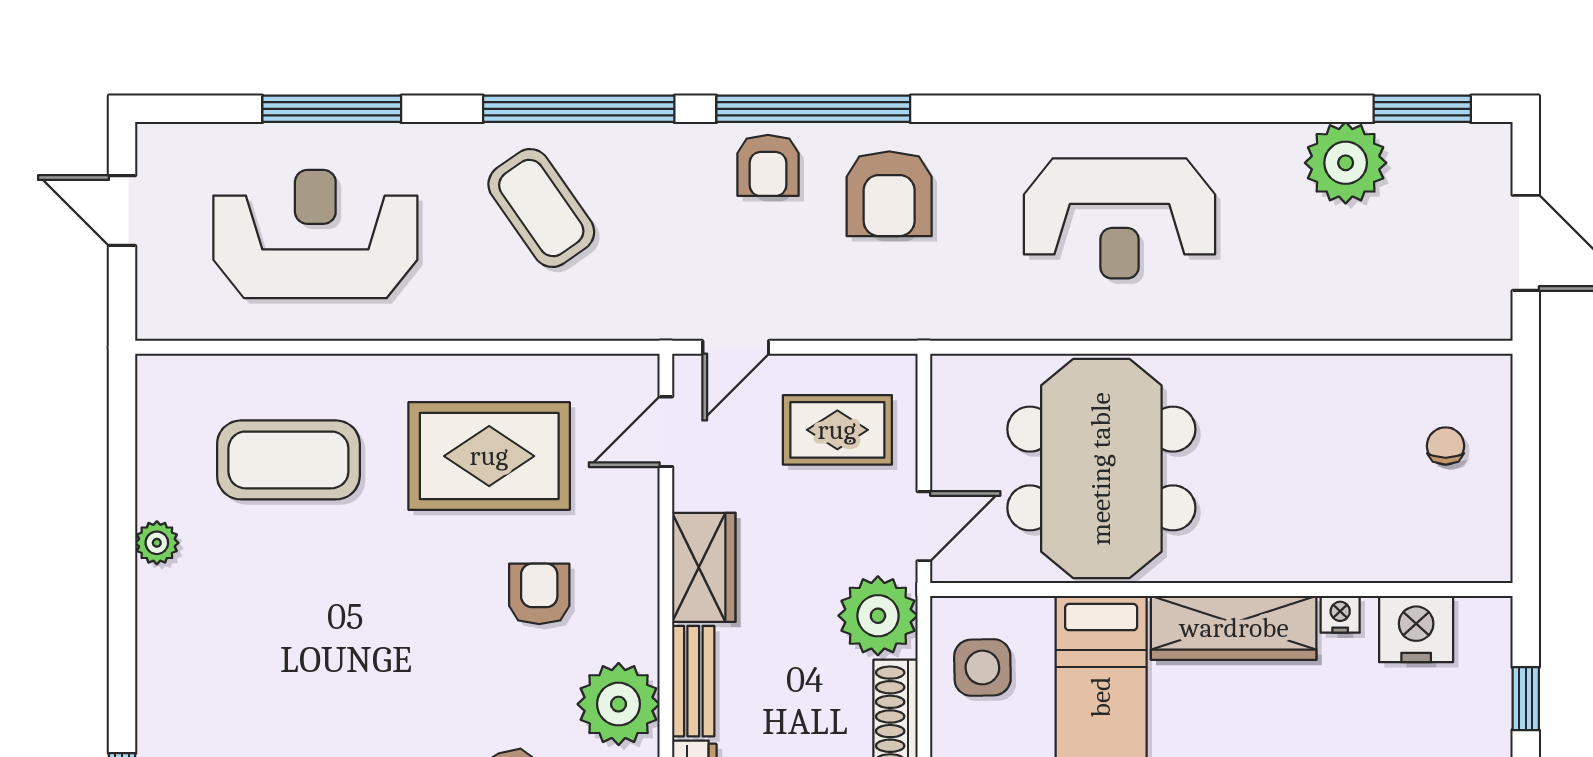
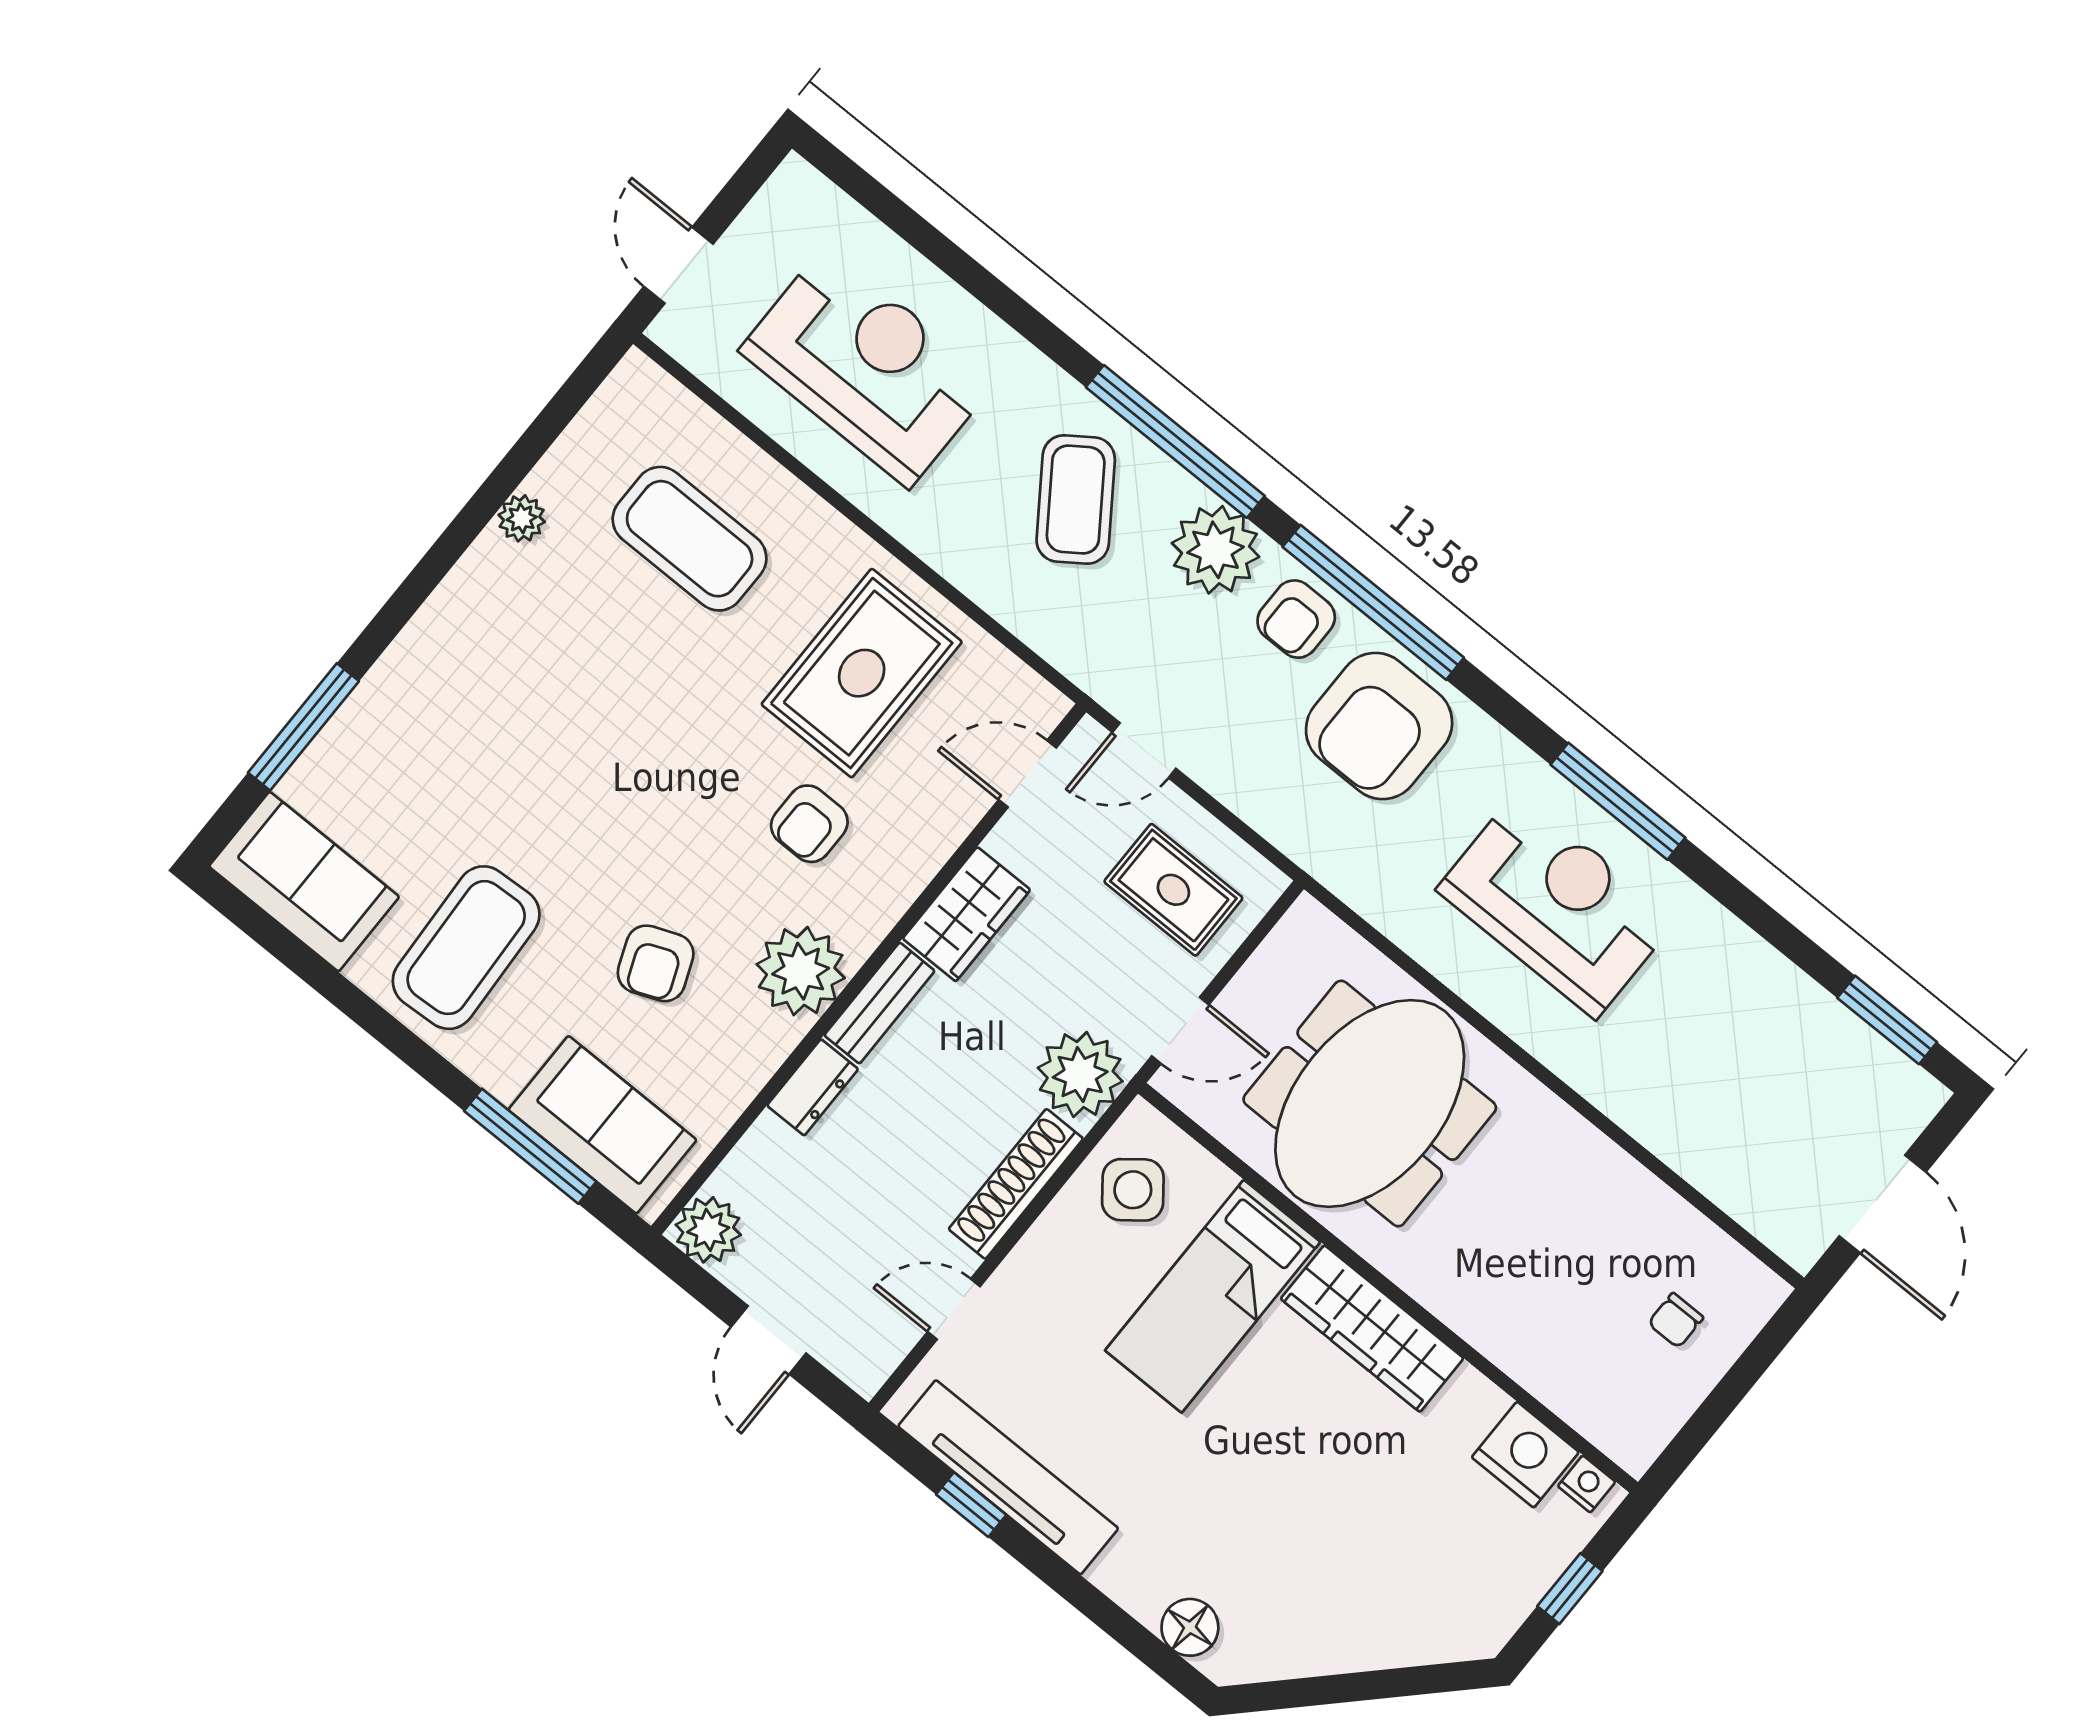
window: (332, 109) -> (1618, 801), moved
plant: (1346, 163) -> (1216, 550), moved
armchair: (889, 194) -> (1379, 726), width x1.36, depth x1.36
door: (122, 211) -> (679, 265), moved
reception desk: (1119, 218) -> (1557, 905), turned 180
chair: (1446, 446) -> (1676, 1320), turned 180
rug: (489, 456) -> (862, 673), turned 90
armchair: (539, 594) -> (809, 824), turned 180
nightstand: (1340, 614) -> (1587, 1484), moved
side table: (982, 667) -> (1133, 1190), turned -37

